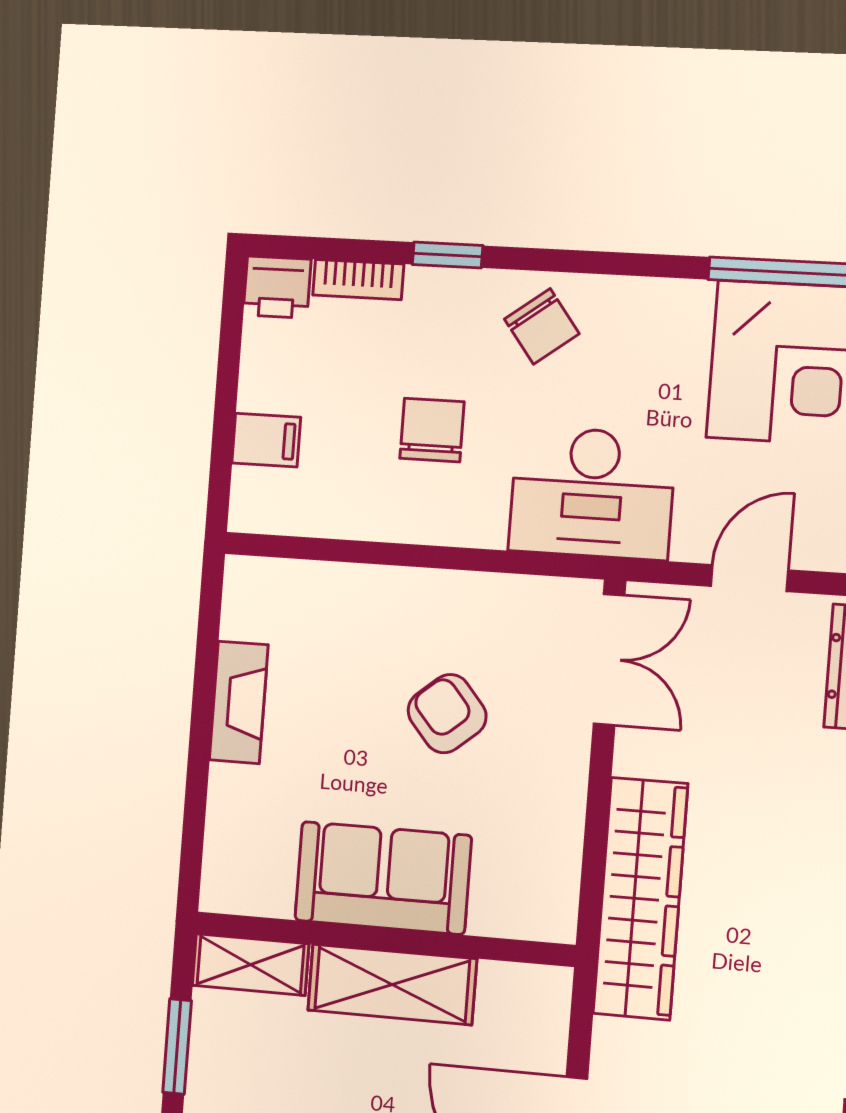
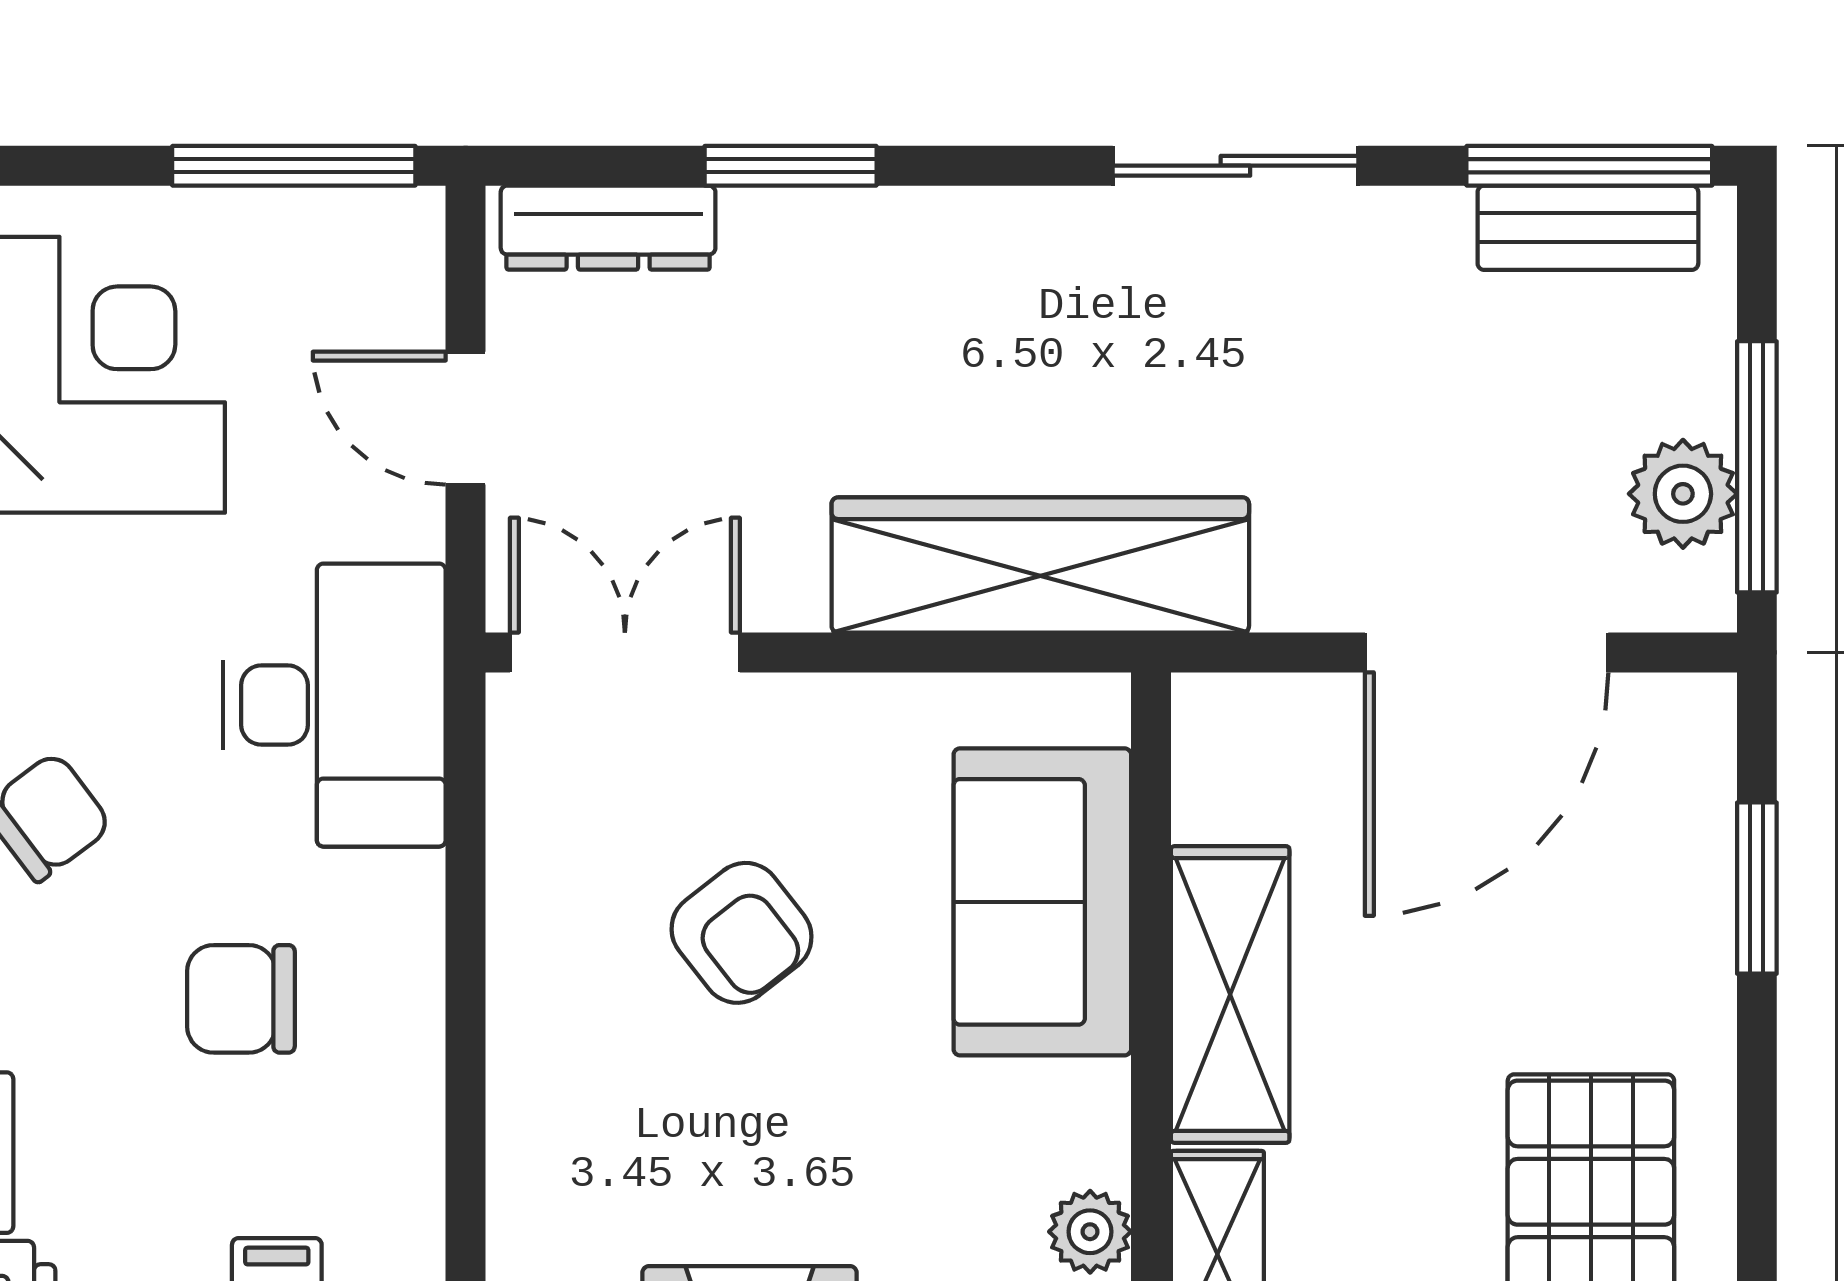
armchair: (447, 714) -> (741, 933), turned -88
sofa: (383, 878) -> (1042, 902), moved
plant: (268, 895) -> (1090, 1232), added

